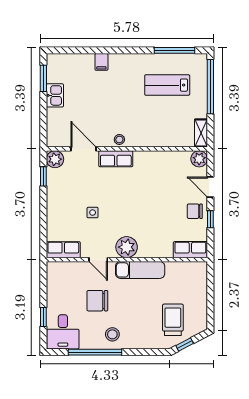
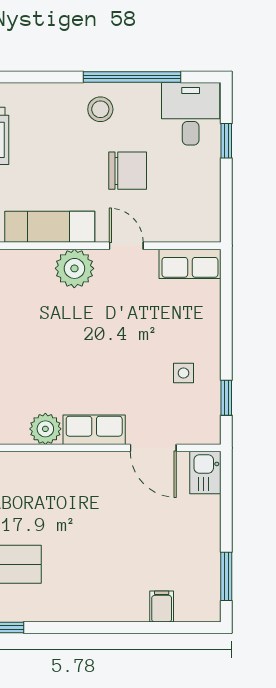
filing cabinet: (101, 62) -> (162, 606), moved
kitchen sink: (55, 95) -> (205, 472), moved
stool: (119, 139) -> (88, 465), removed
plant: (55, 159) -> (45, 429), moved
side table: (93, 213) -> (183, 373), moved

